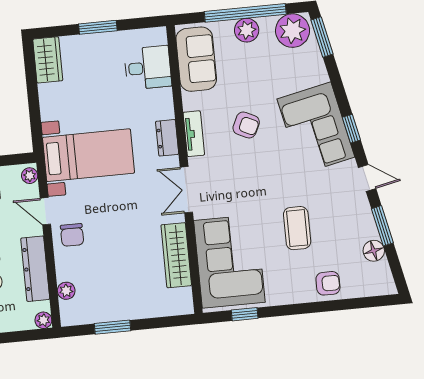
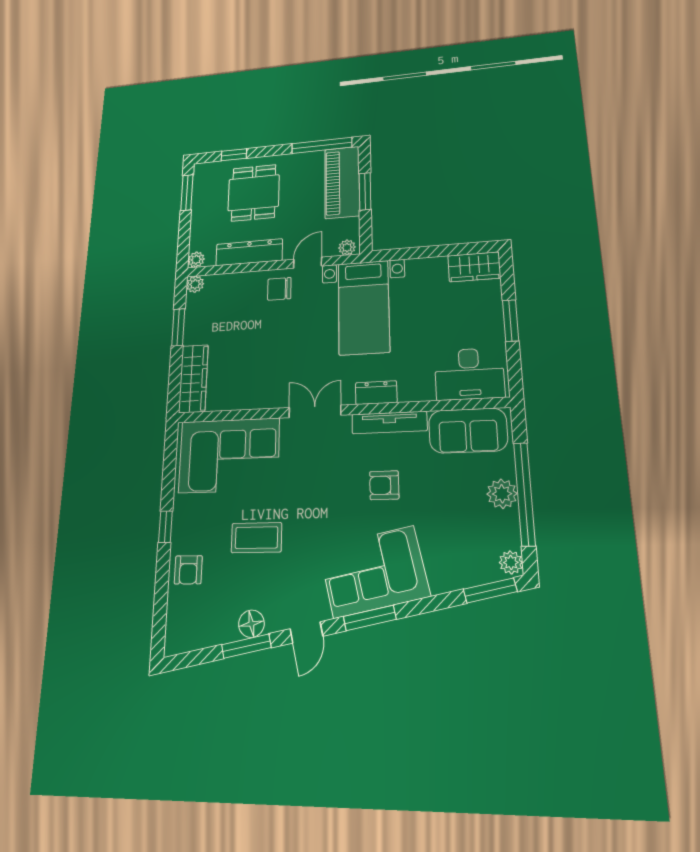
plant: (293, 31) -> (511, 562), width x0.53, depth x0.53
desk: (148, 68) -> (469, 374), width x1.37
armchair: (246, 125) -> (384, 485), turned 64
window: (351, 129) -> (370, 618), width x1.50
tv unit: (194, 134) -> (389, 423), width x1.41
floor lamp: (374, 251) -> (251, 624), moved
wardrobe: (176, 255) -> (193, 379), moved, turned 90
plant: (66, 291) -> (195, 284), moved
window: (245, 314) -> (165, 527), moved

